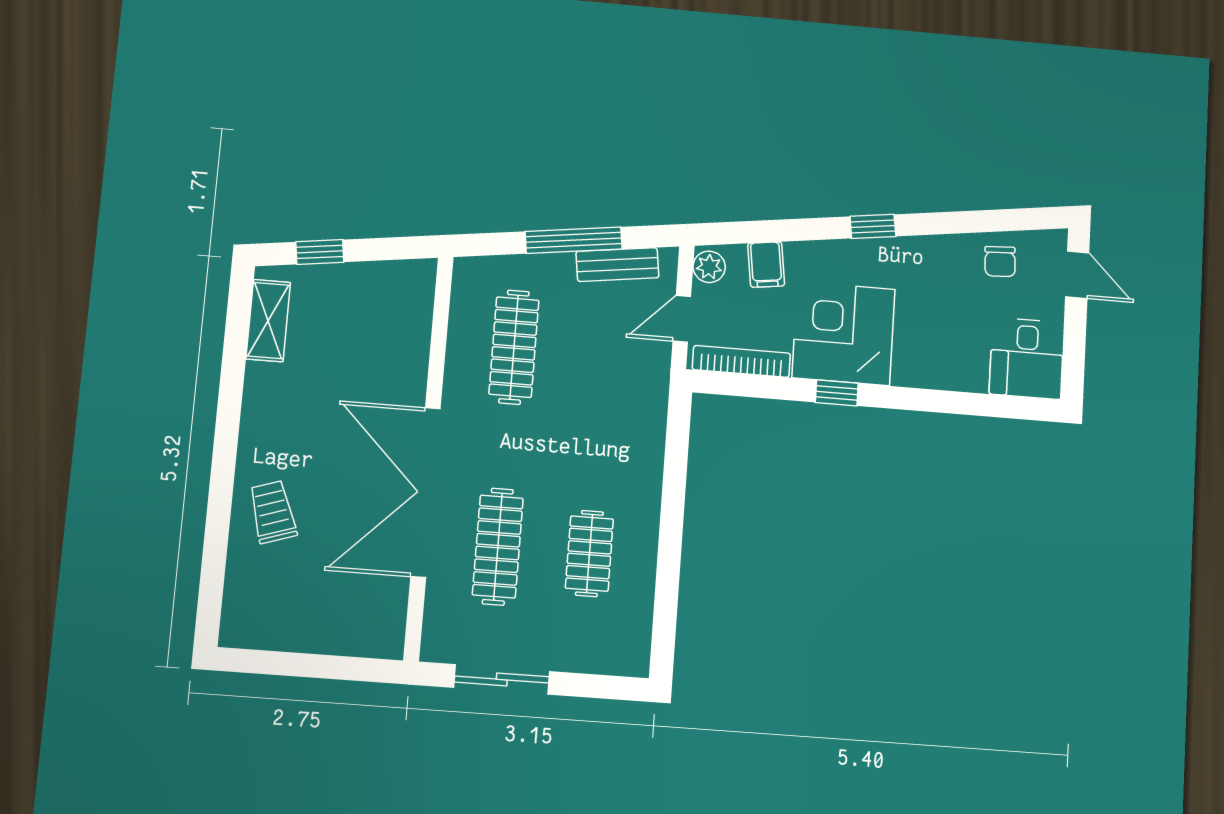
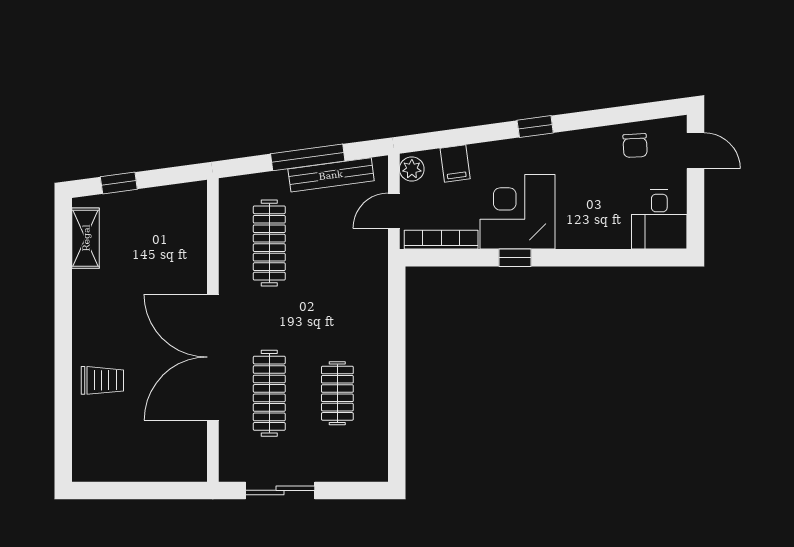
bench: (617, 265) -> (331, 175), width x1.36
trolley: (273, 512) -> (102, 380), turned 108

